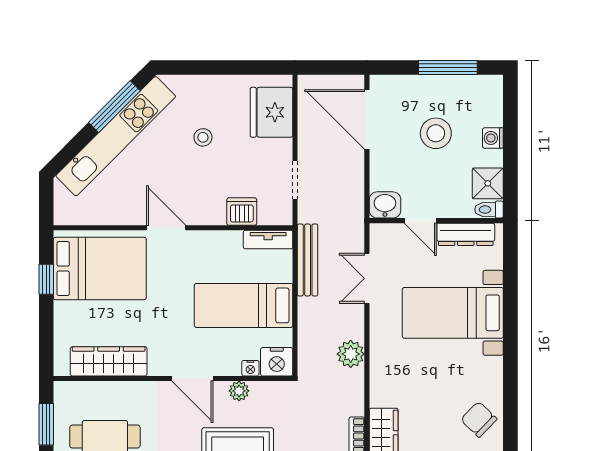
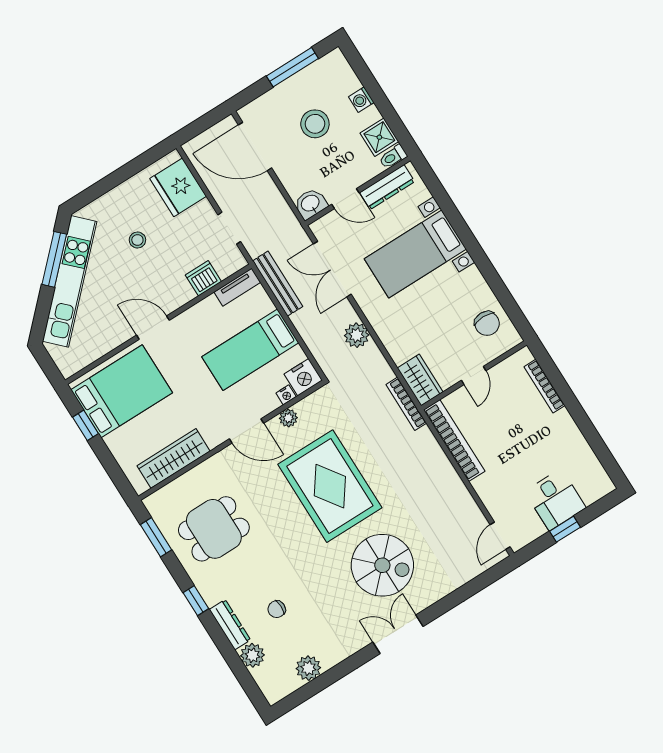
double door: (367, 278) -> (332, 269), width x1.37
chair: (479, 419) -> (487, 323), turned -134

